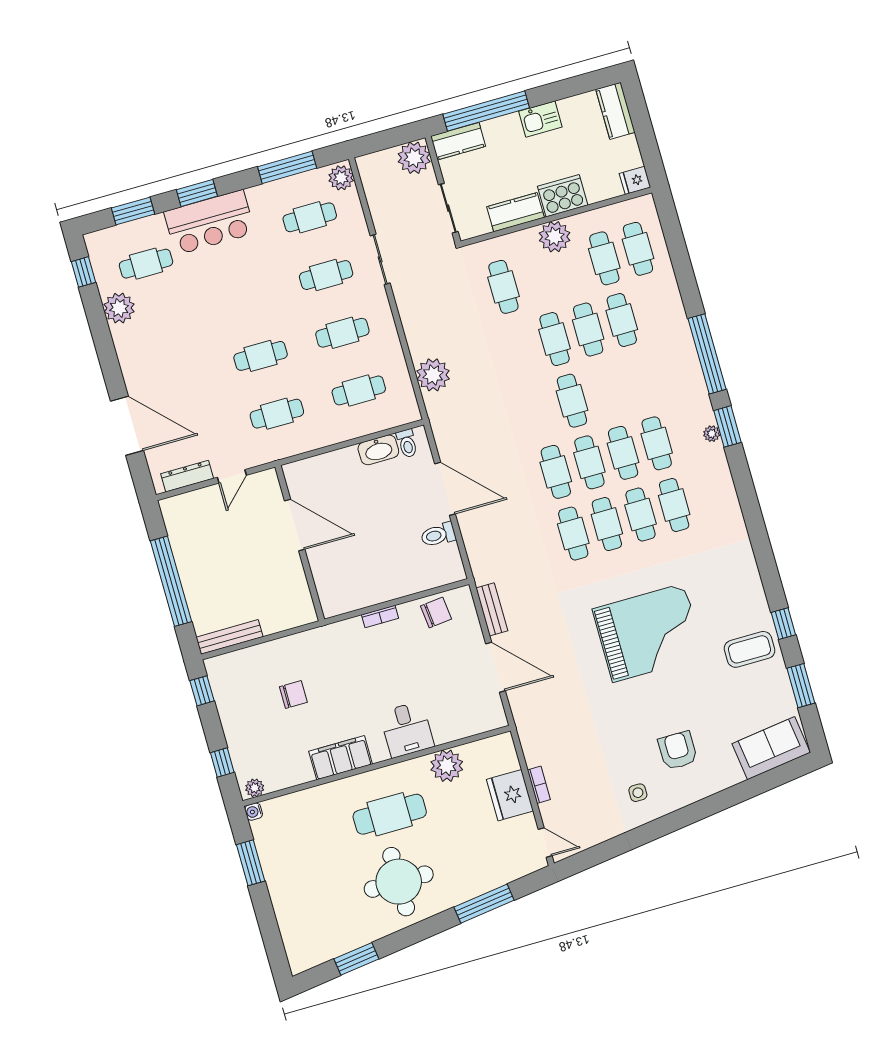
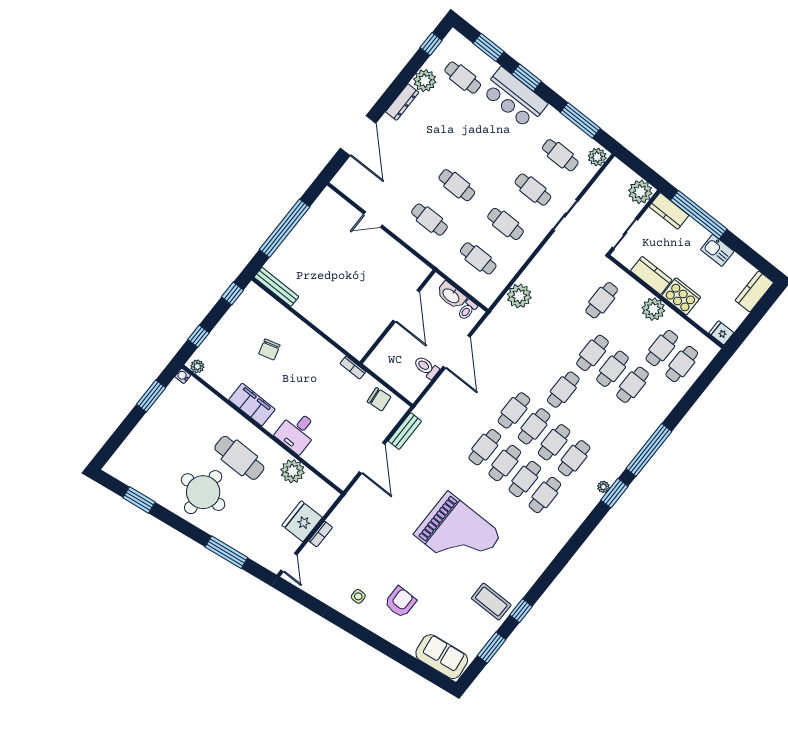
dresser: (187, 476) -> (402, 102), moved, turned 90
door: (295, 525) -> (406, 306), moved
wall: (300, 543) -> (398, 317), moved
chair: (293, 695) -> (269, 349), turned 74

